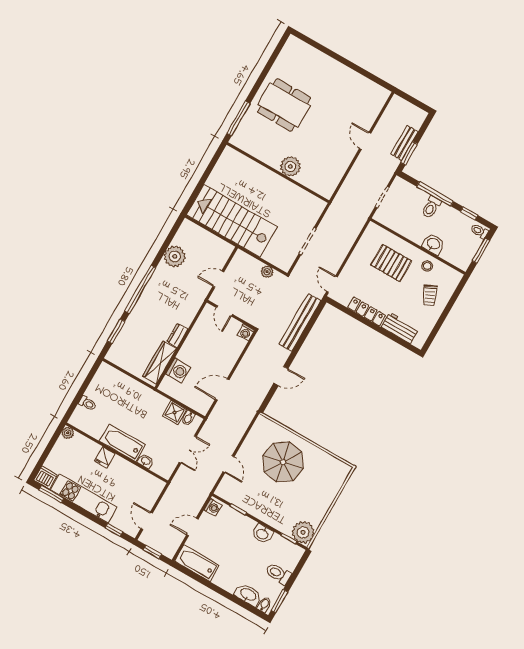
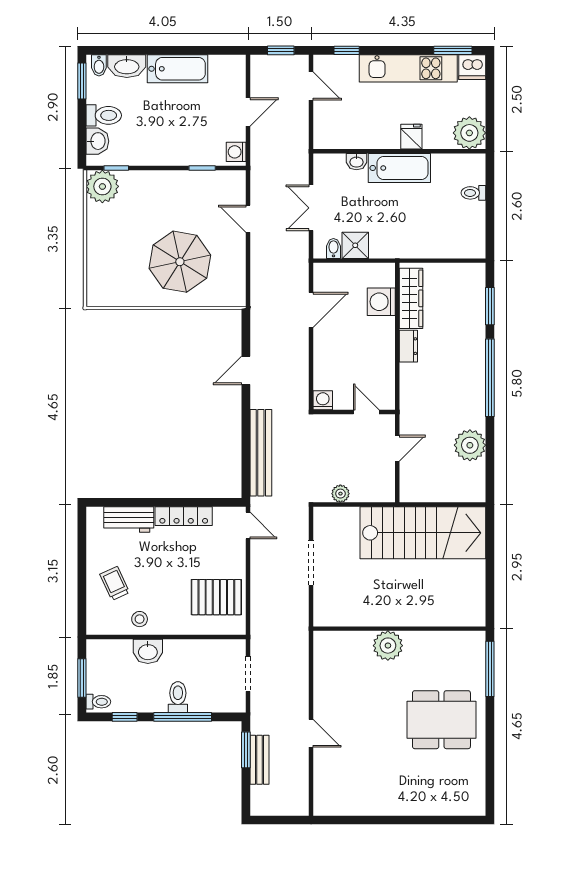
pallet: (391, 263) -> (216, 597), moved
plant: (68, 433) -> (469, 133), width x1.87, depth x1.87
washbasin: (262, 534) -> (97, 141), moved, turned 90
bathtub: (197, 563) -> (177, 69), moved

